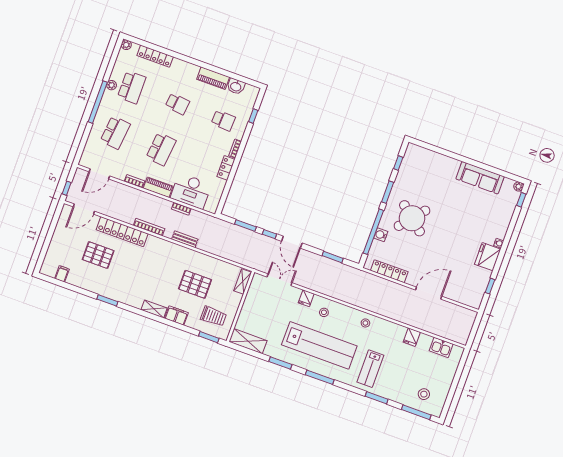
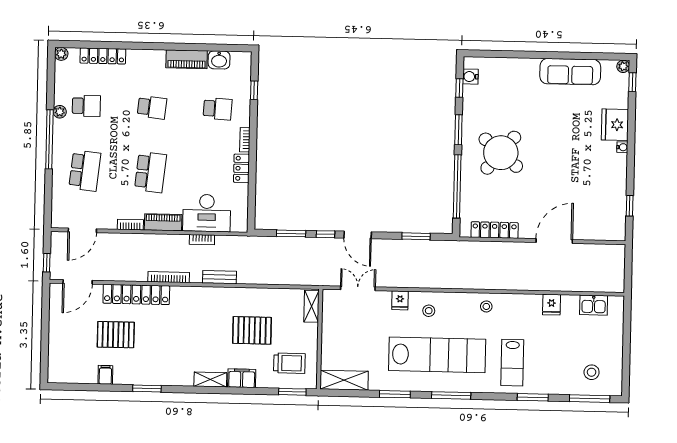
school desk: (132, 87) -> (86, 106), width x0.54
water cooler: (381, 235) -> (470, 77), moved
fridge: (488, 257) -> (615, 125), moved
filing cabinet: (62, 274) -> (105, 375), moved

